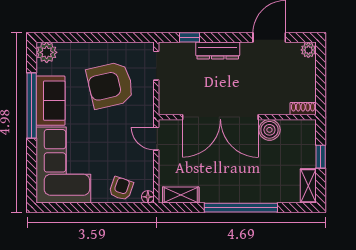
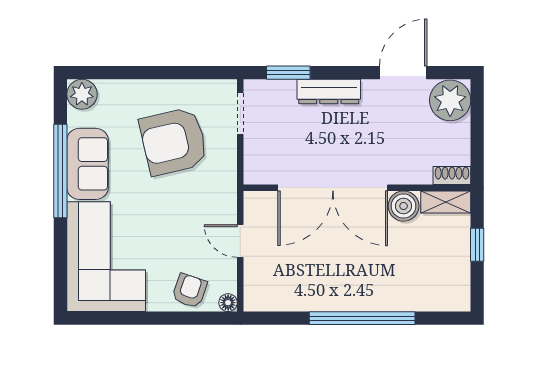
window: (190, 37) -> (288, 73), width x1.50
plant: (308, 50) -> (450, 100), width x1.88, depth x1.88
door: (156, 139) -> (240, 241), moved
shelving: (308, 186) -> (446, 202), moved, turned 90
shelving: (181, 195) -> (275, 300), removed

